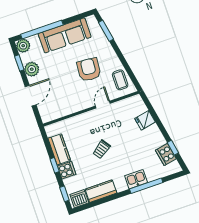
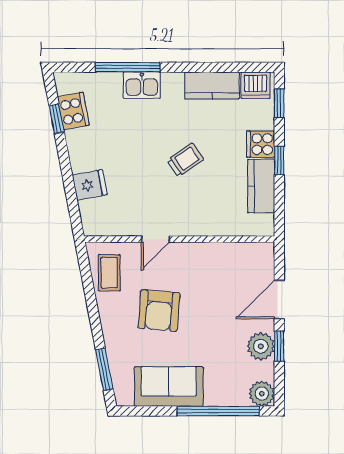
sofa: (65, 35) -> (169, 387), width x0.73
window: (19, 63) -> (279, 346), moved

